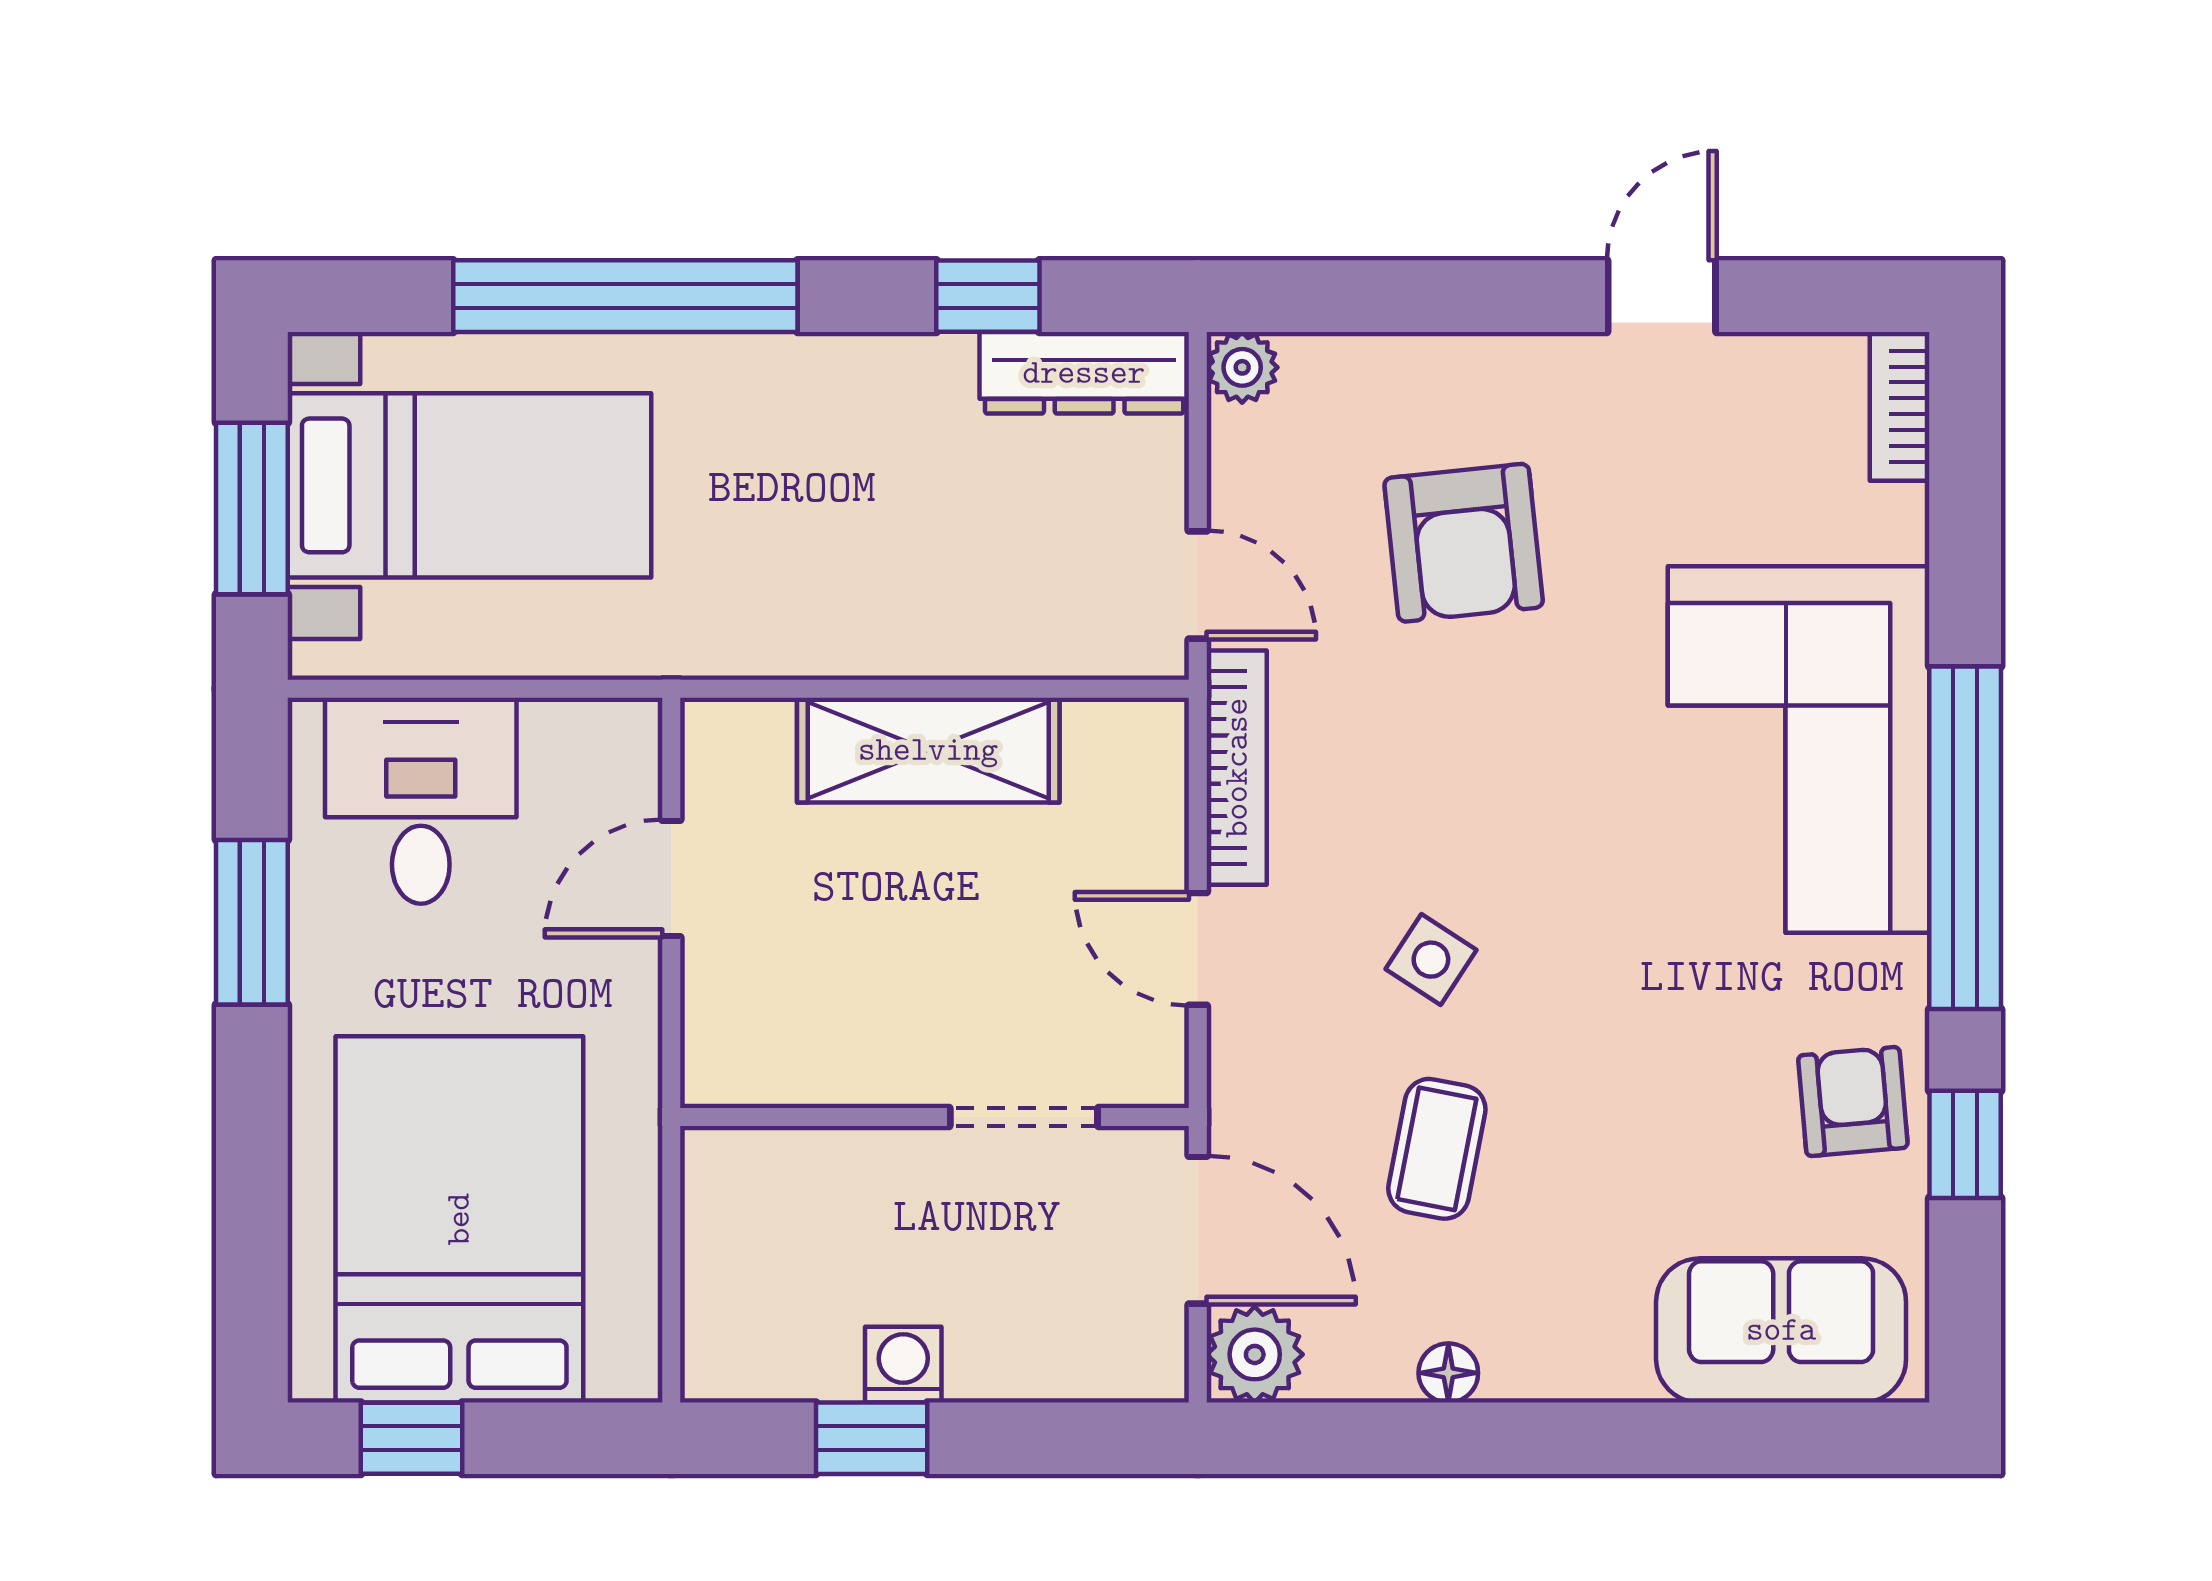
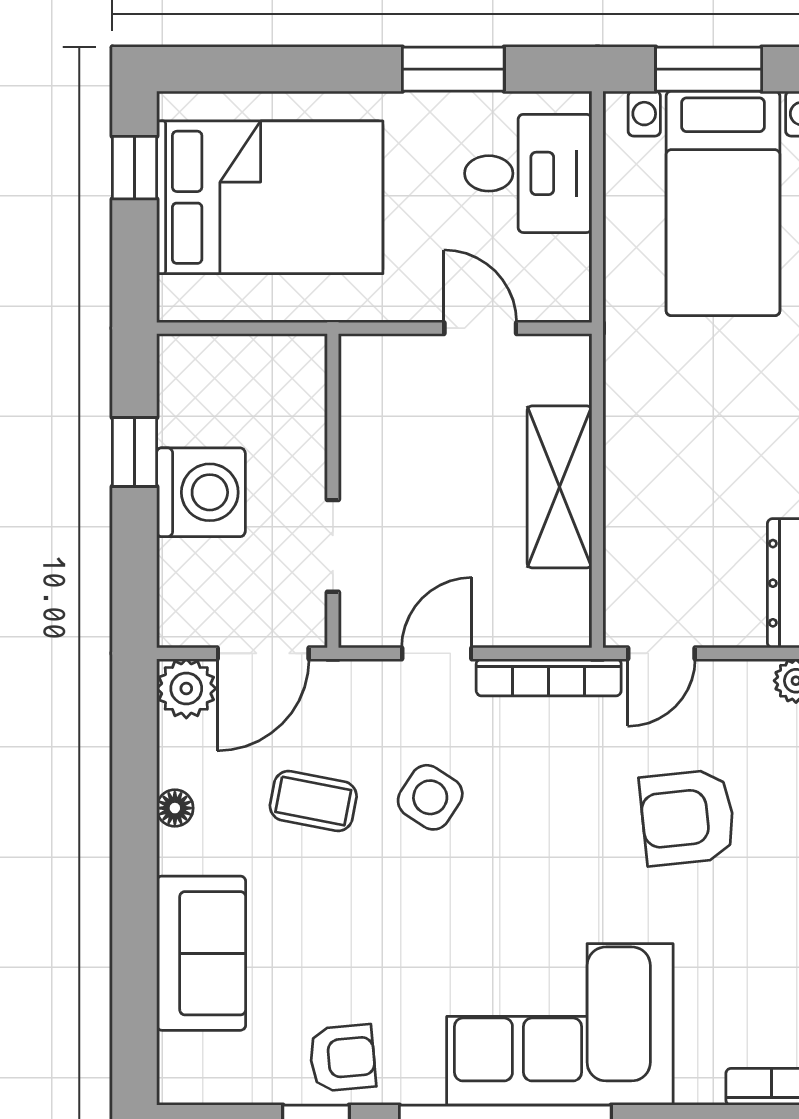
side table: (1431, 960) -> (430, 797), width x1.37, depth x1.37
sofa: (1781, 1330) -> (201, 953), moved
washing machine: (903, 1365) -> (201, 492), width x1.89, depth x1.89

